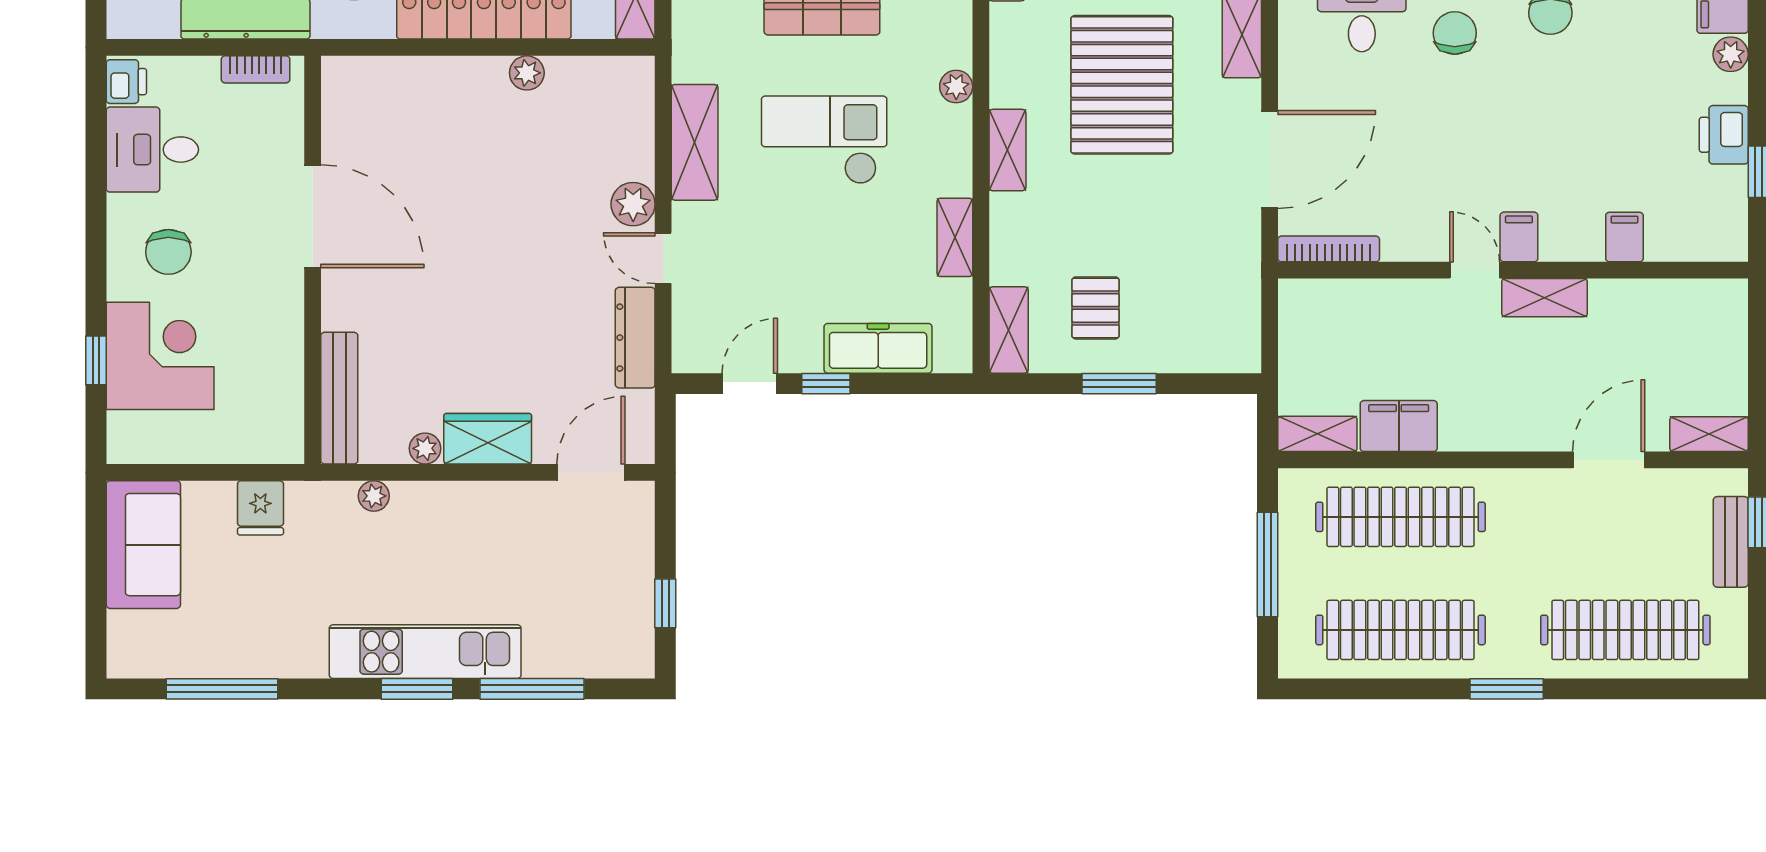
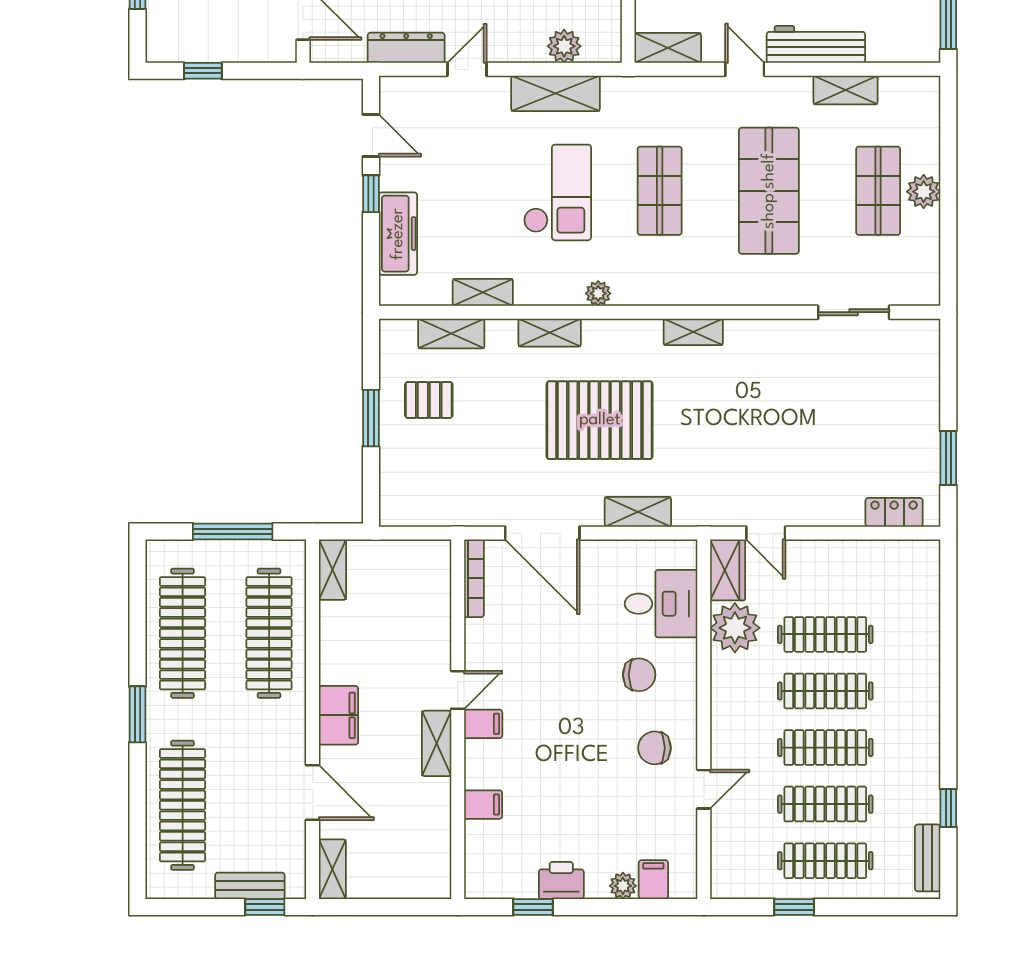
plant: (633, 204) -> (564, 46), moved
shelving: (1009, 330) -> (451, 333), moved
filing cabinet: (1399, 426) -> (338, 715), moved

